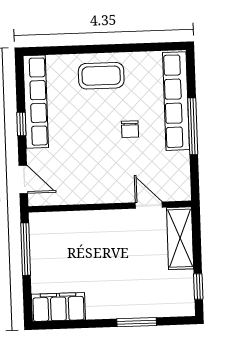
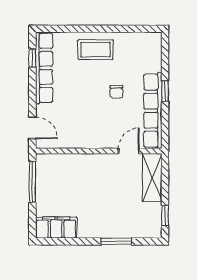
row of seats: (176, 101) -> (153, 111), moved
window: (21, 124) -> (32, 58), moved
window: (193, 126) -> (165, 91), width x0.46
door: (149, 205) -> (129, 151), hinge flipped

